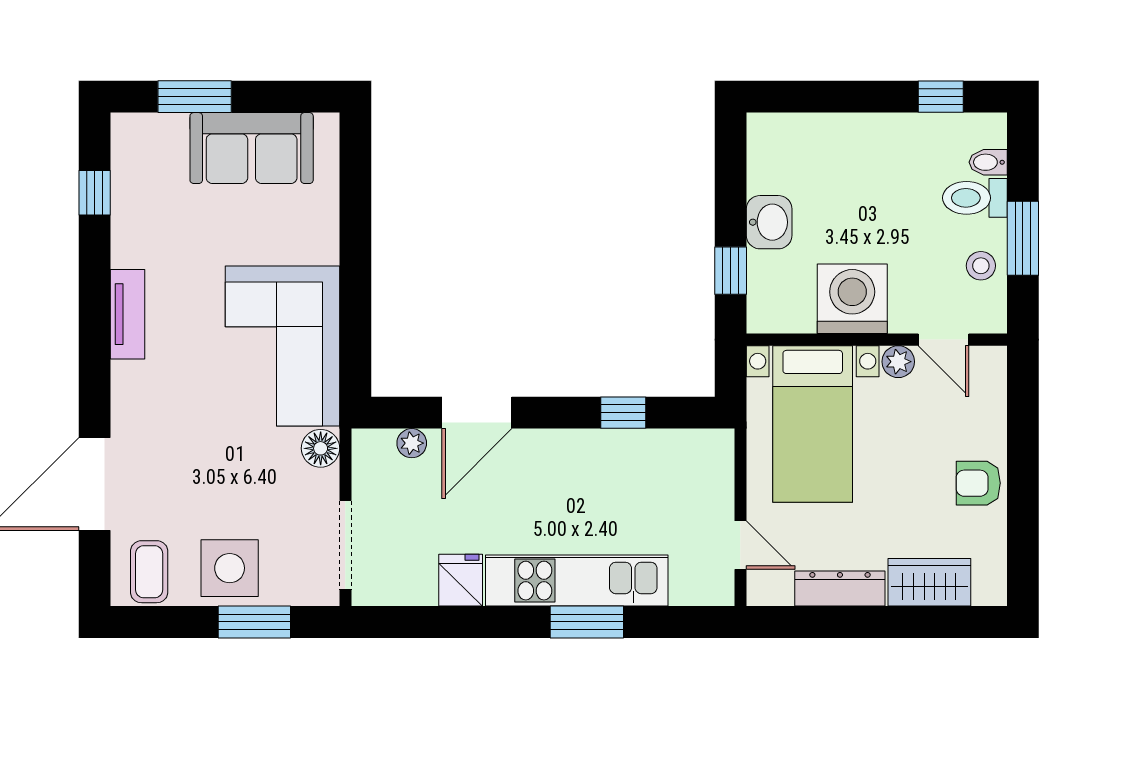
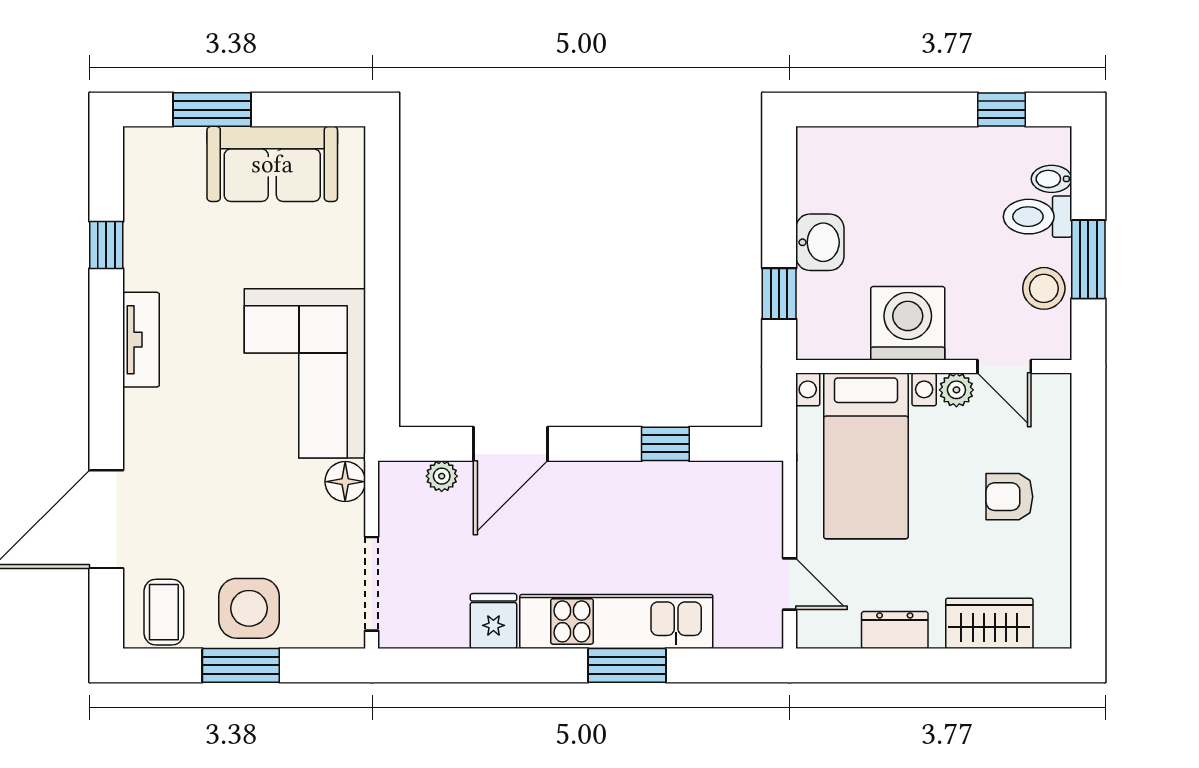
window: (95, 193) -> (106, 245), moved
stool: (981, 266) -> (1044, 288), width x1.37, depth x1.37
armchair: (978, 483) -> (1009, 497), moved
dresser: (840, 589) -> (895, 630), width x0.70
window: (254, 622) -> (241, 665), moved

